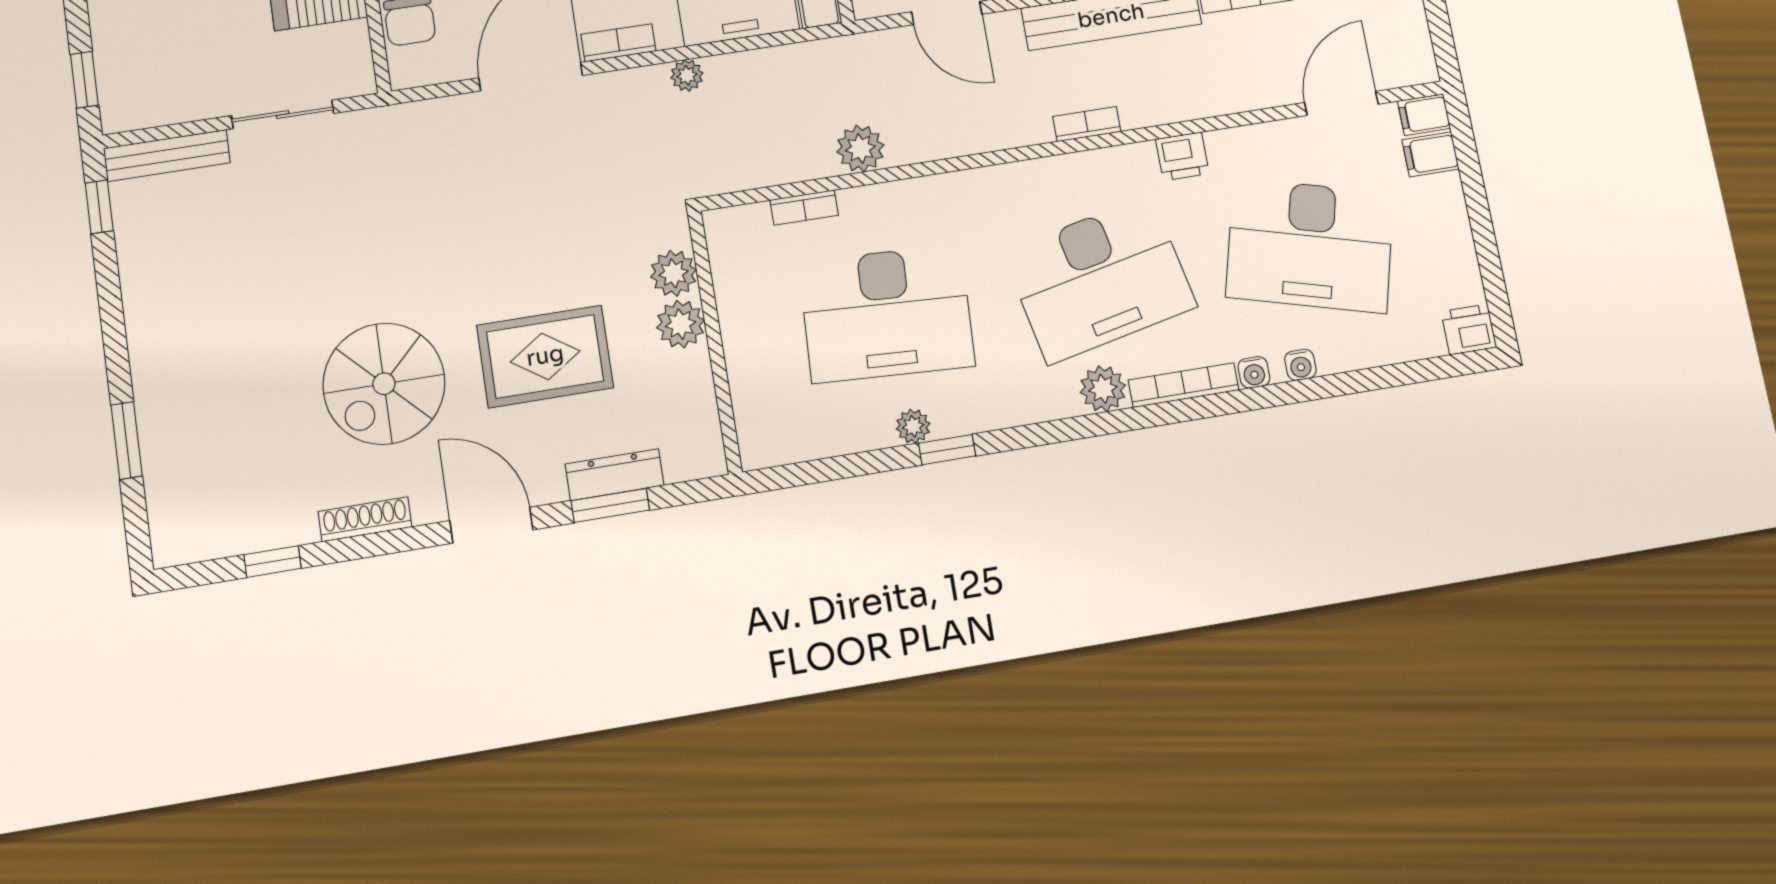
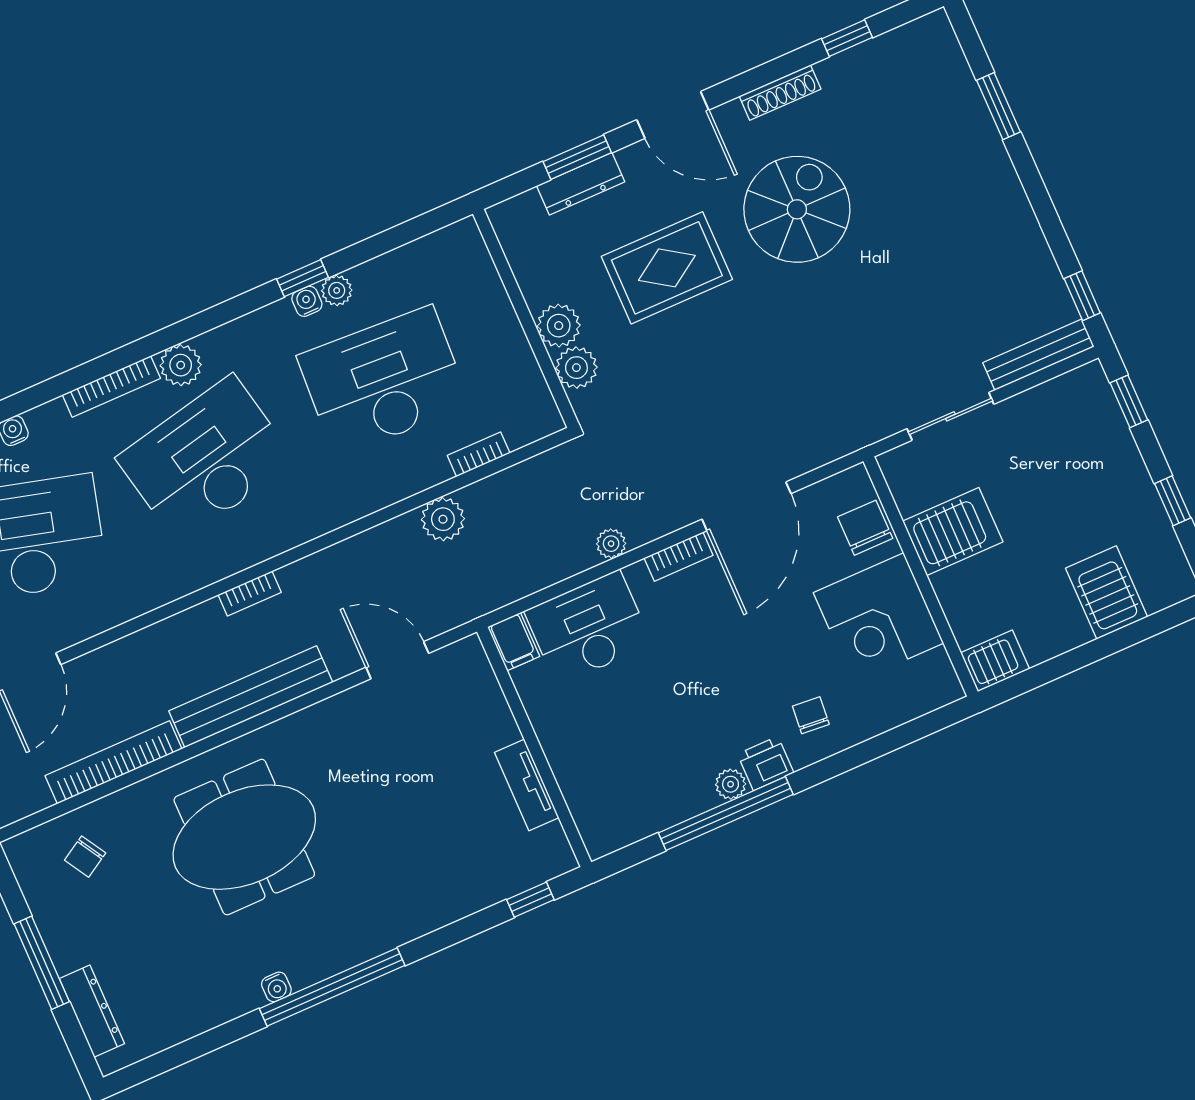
printer: (1182, 156) -> (158, 587), removed
water cooler: (1254, 372) -> (307, 301), moved

